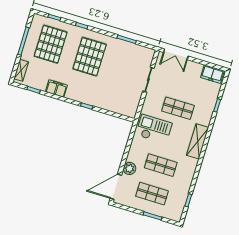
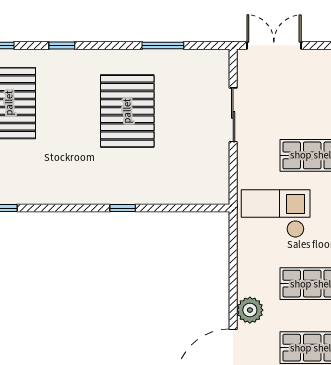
double door: (176, 54) -> (274, 45), swing flipped
pallet: (90, 57) -> (127, 111), moved
filing cabinet: (56, 89) -> (49, 191), removed

